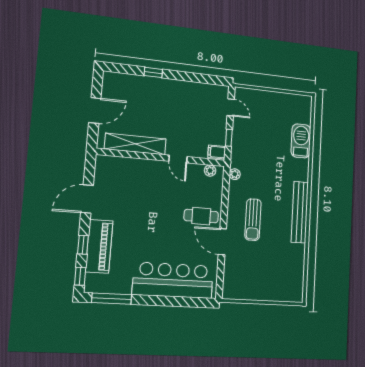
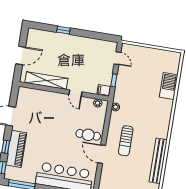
bench: (300, 212) -> (158, 161), moved

